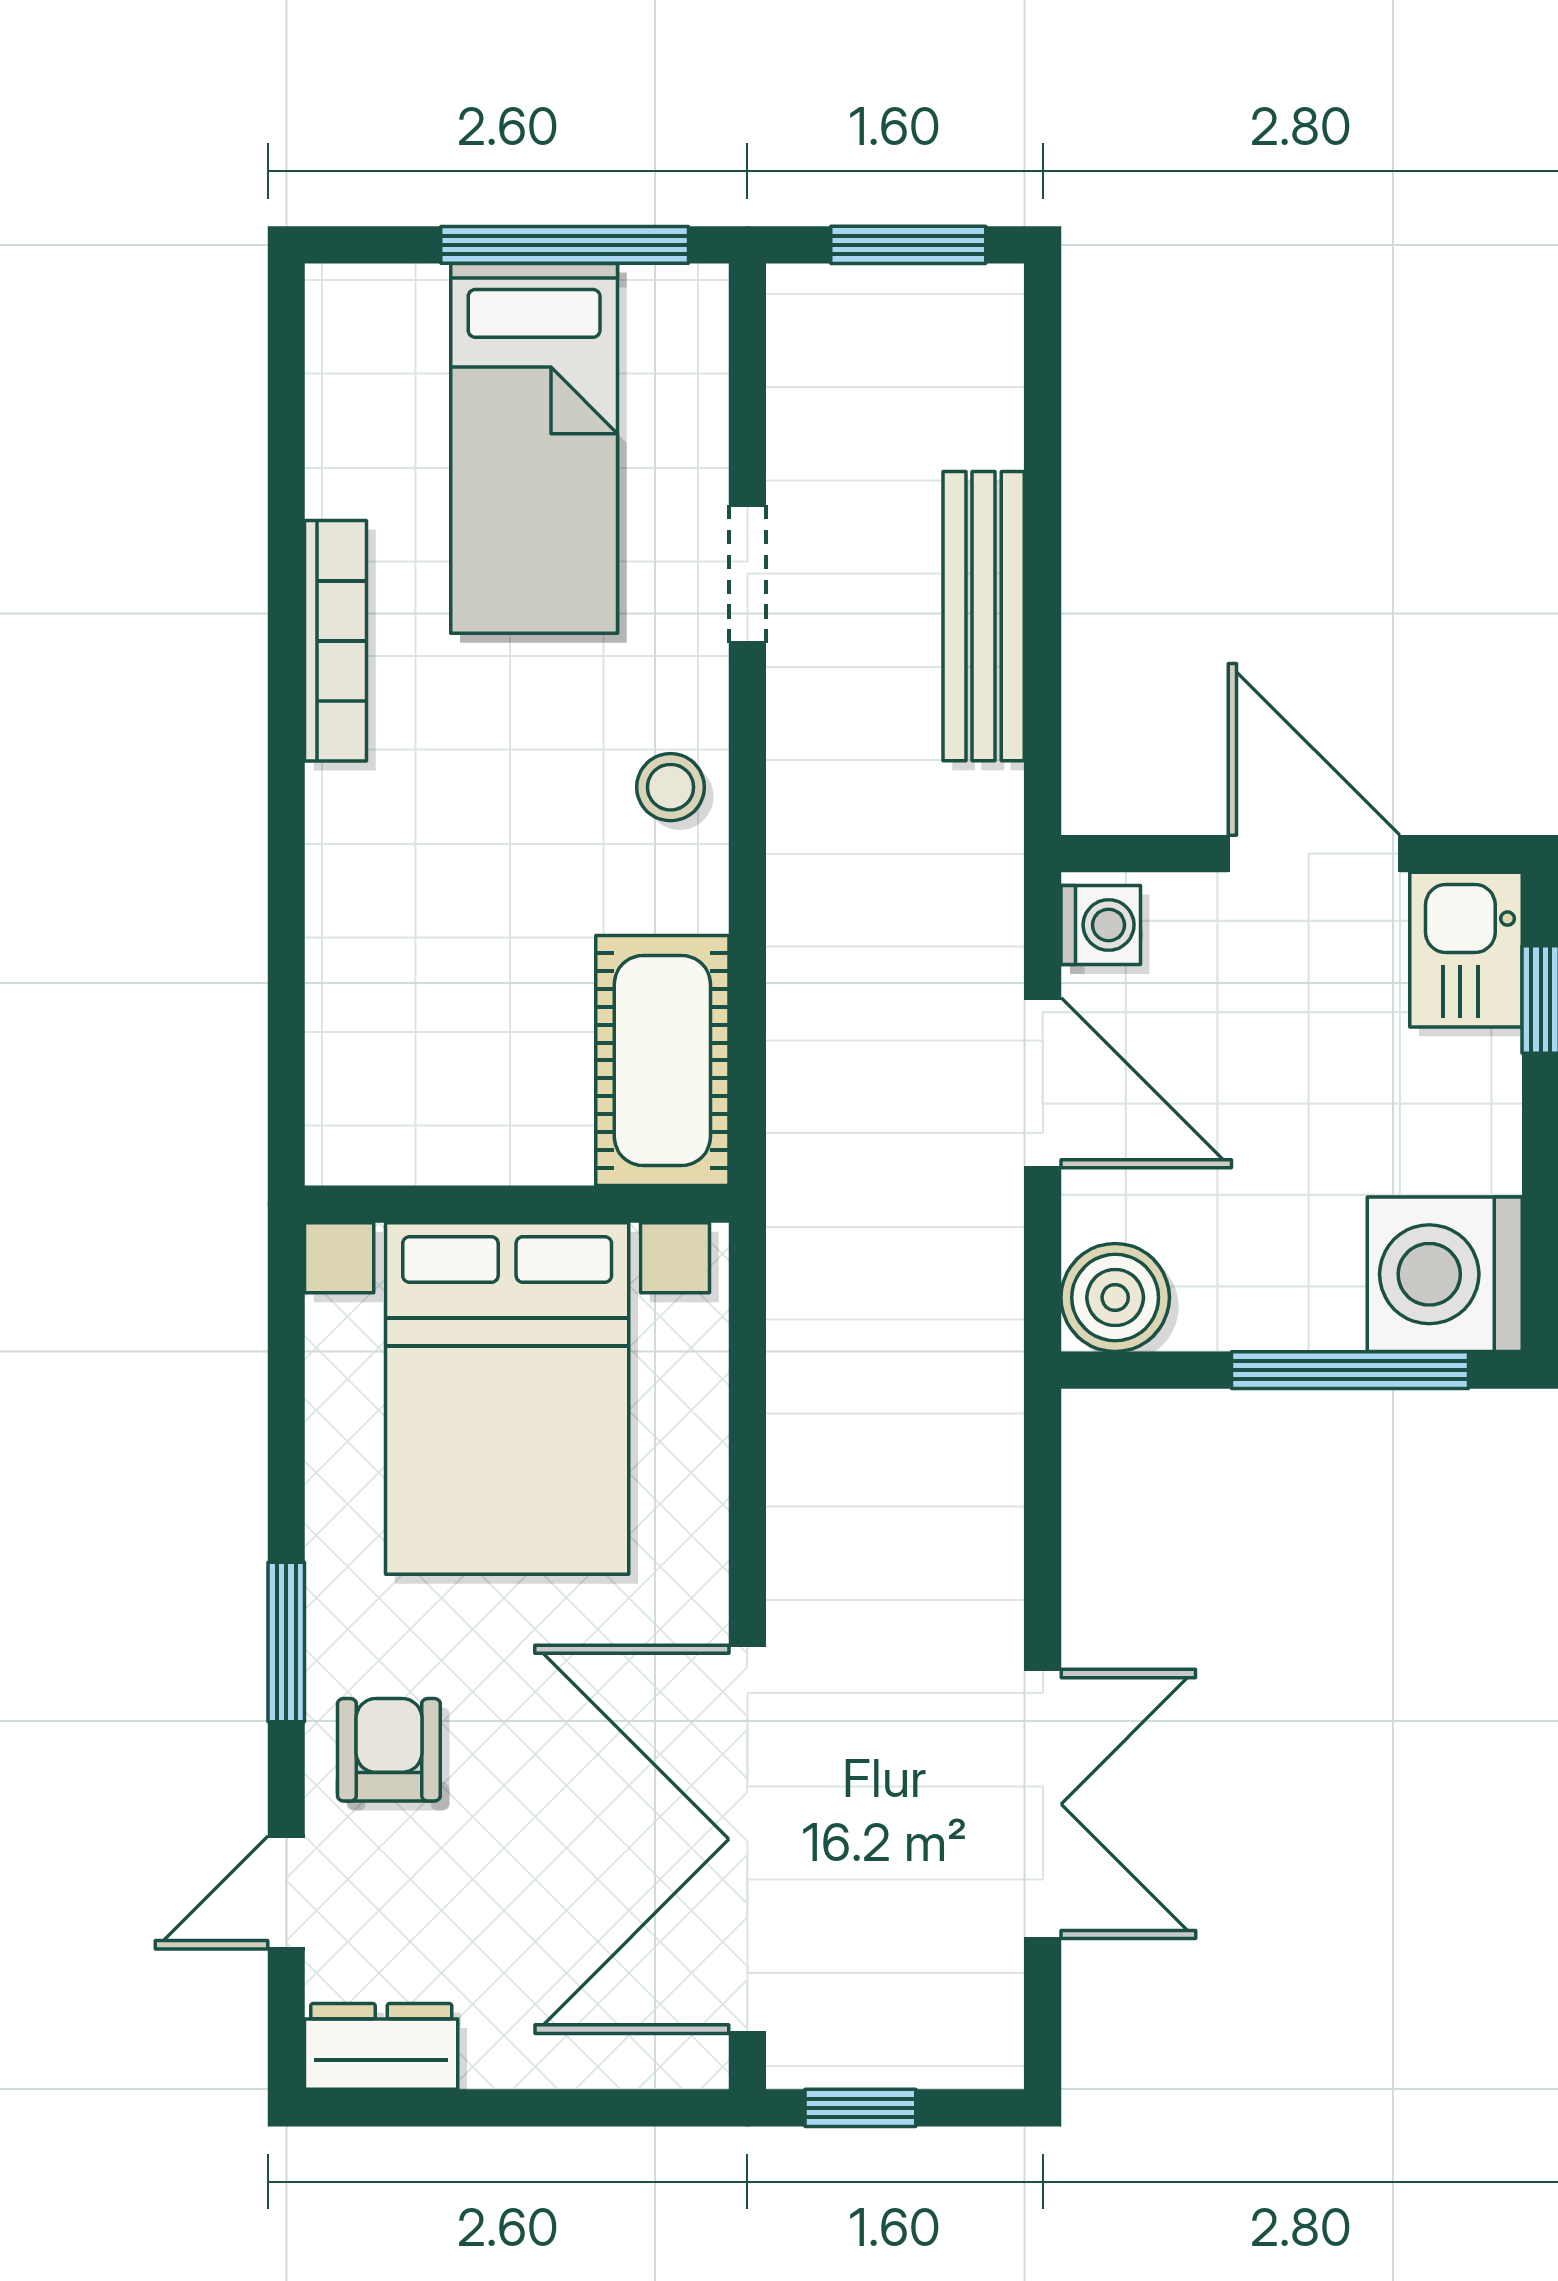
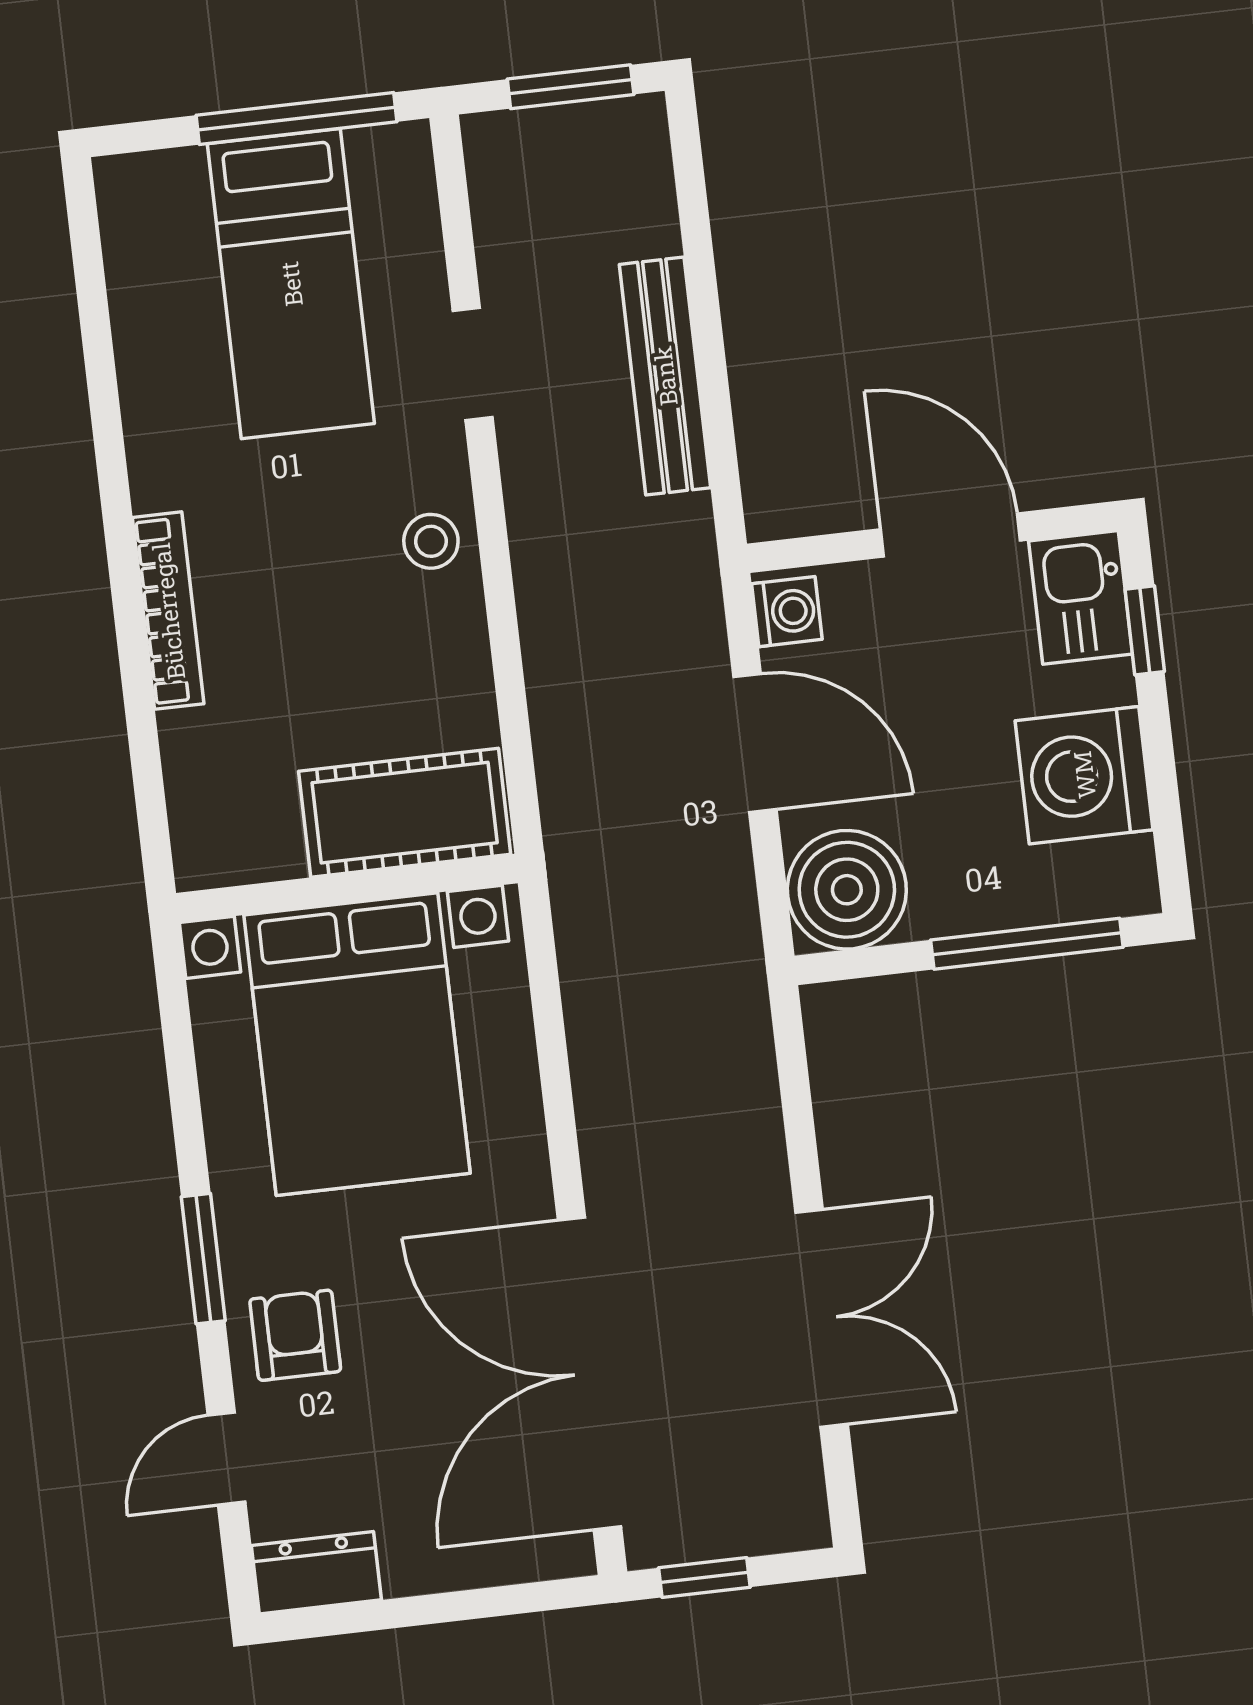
bookcase: (336, 641) -> (168, 611), moved
cot: (662, 1060) -> (405, 813), moved, turned 90
washing machine: (1445, 1274) -> (1084, 775), moved
boiler: (1115, 1297) -> (847, 890), width x1.37, depth x1.37

